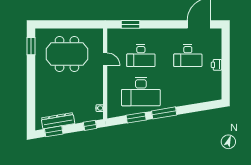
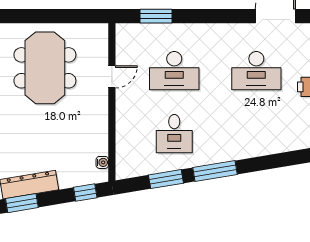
meeting table: (67, 54) -> (45, 68), turned 90
door: (105, 59) -> (112, 77), hinge flipped
desk: (141, 92) -> (174, 134), width x0.53, depth x0.77

